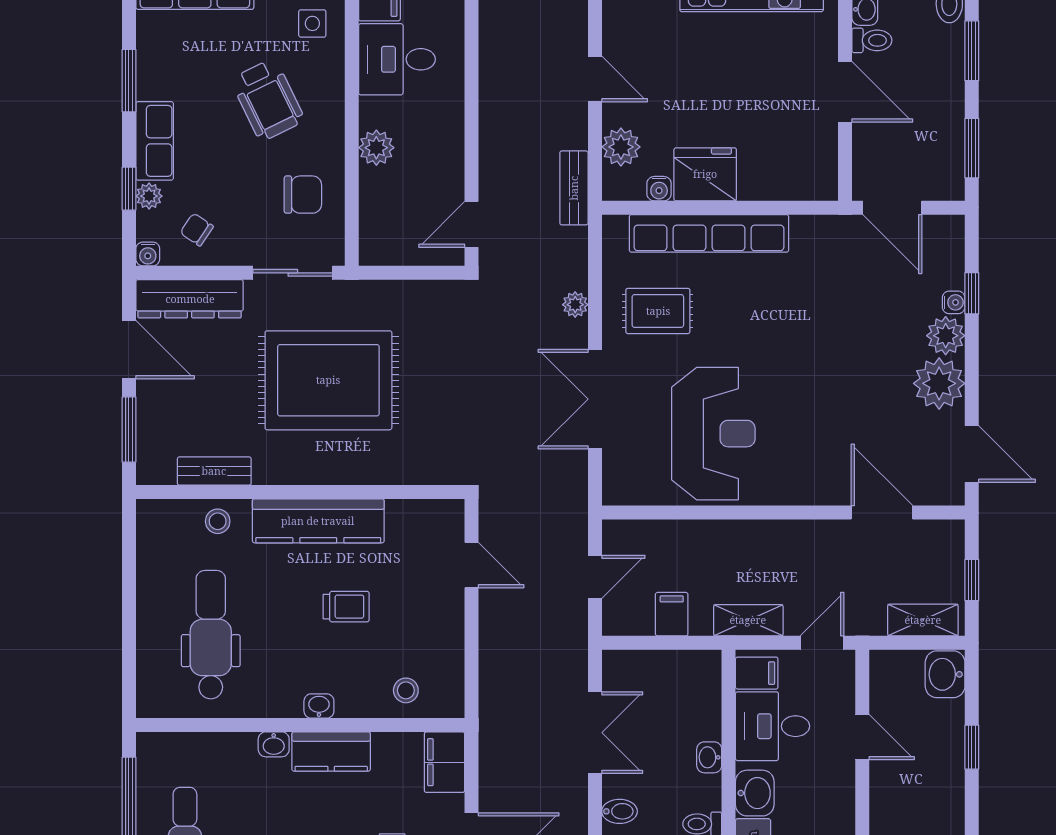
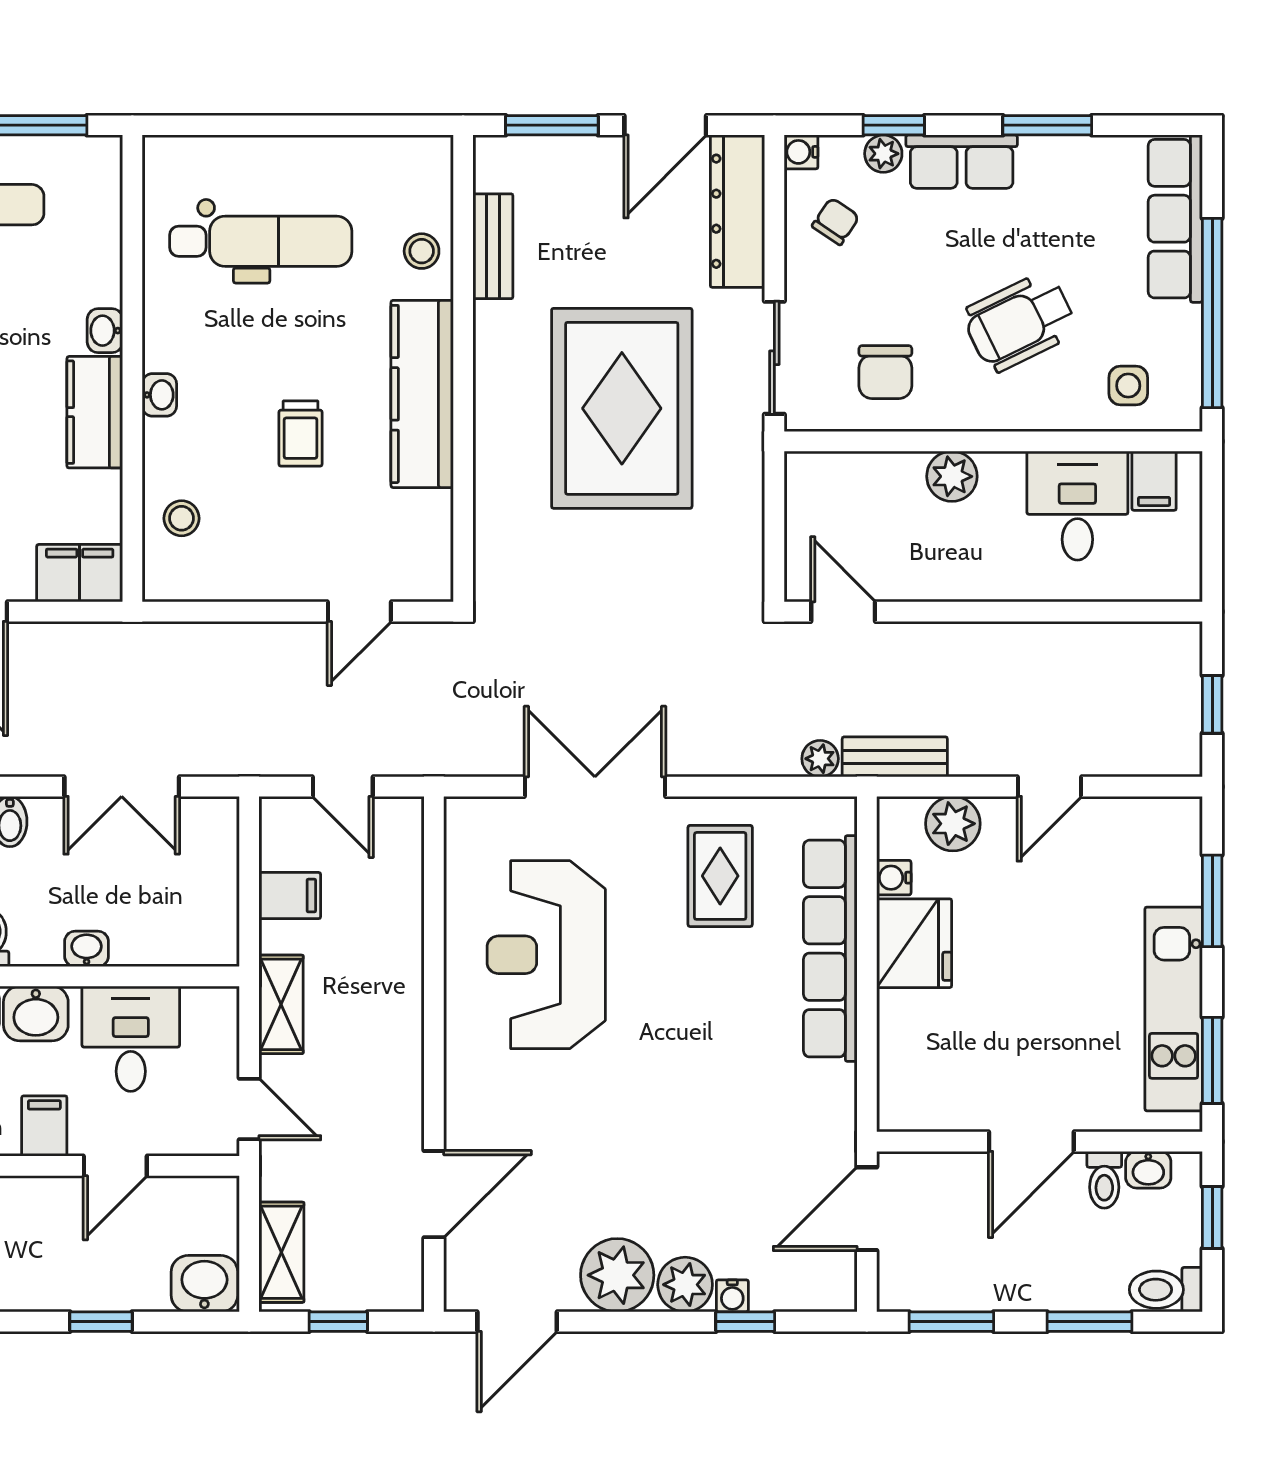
plant: (575, 305) -> (820, 759), moved
reception desk: (713, 434) -> (546, 955), turned 90
filing cabinet: (757, 673) -> (44, 1126), moved, turned 180

